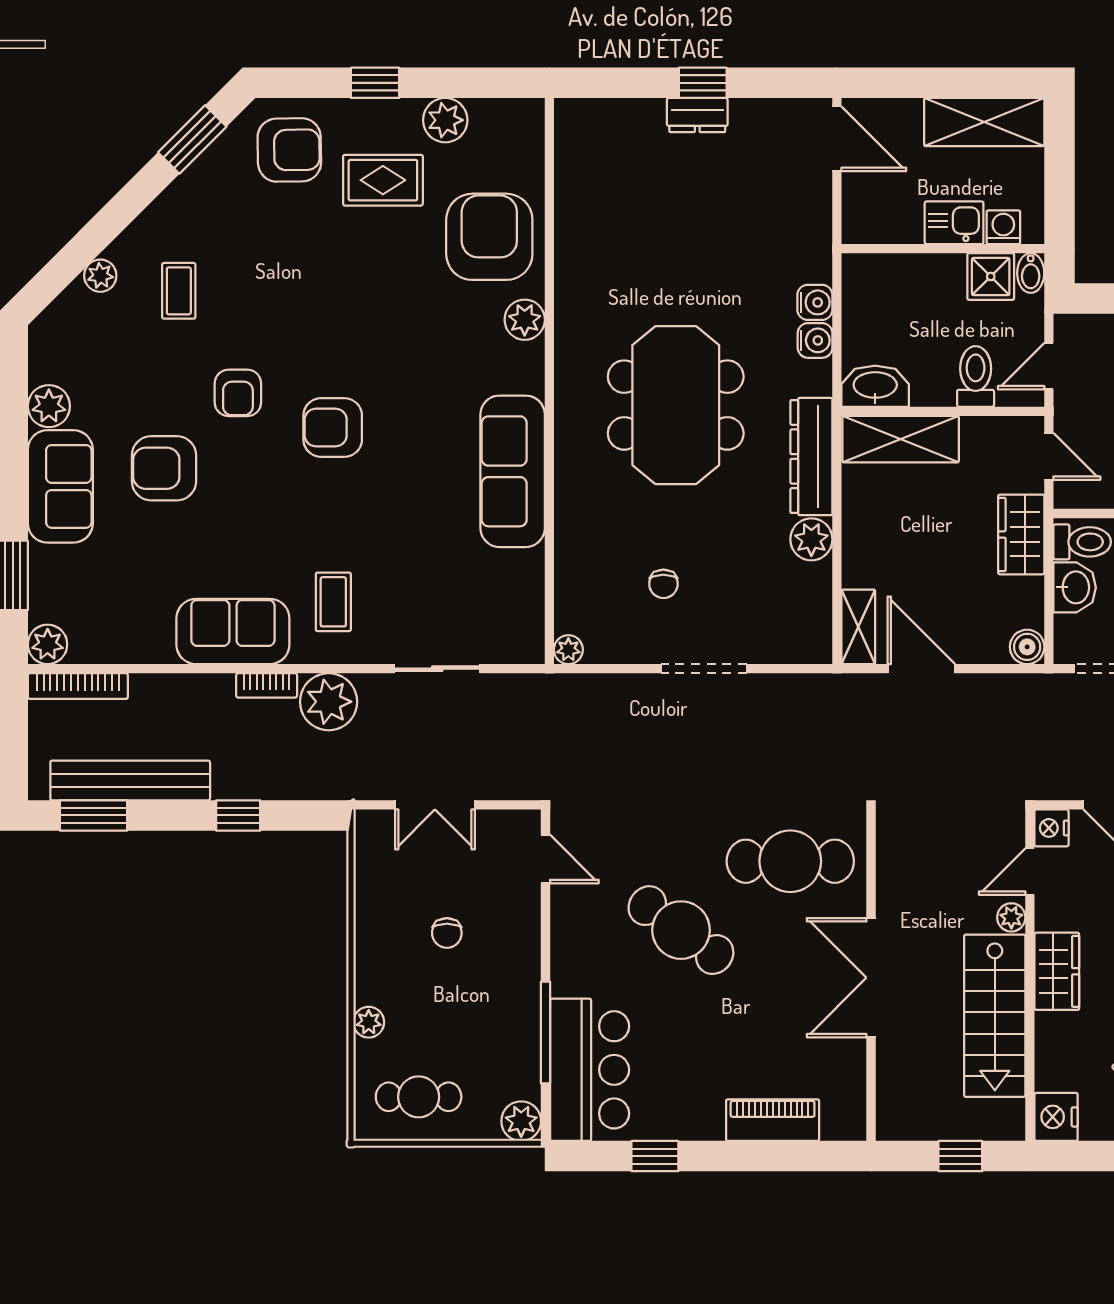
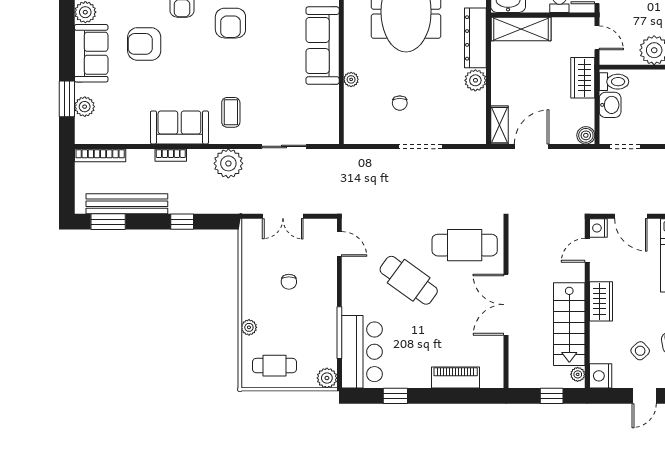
armchair: (333, 428) -> (230, 23), turned -90
plant: (48, 644) -> (85, 107), moved
plant: (568, 650) -> (351, 79), moved
door: (921, 669) -> (532, 146), hinge flipped
bookcase: (267, 685) -> (171, 155), moved
plant: (1011, 917) -> (578, 374), moved

